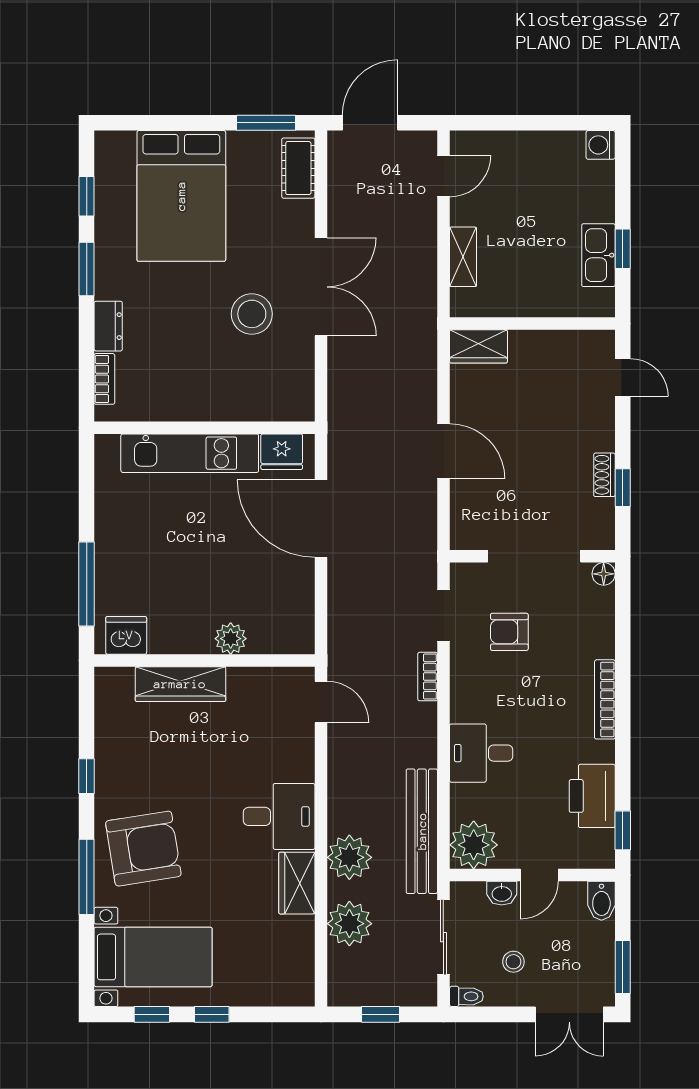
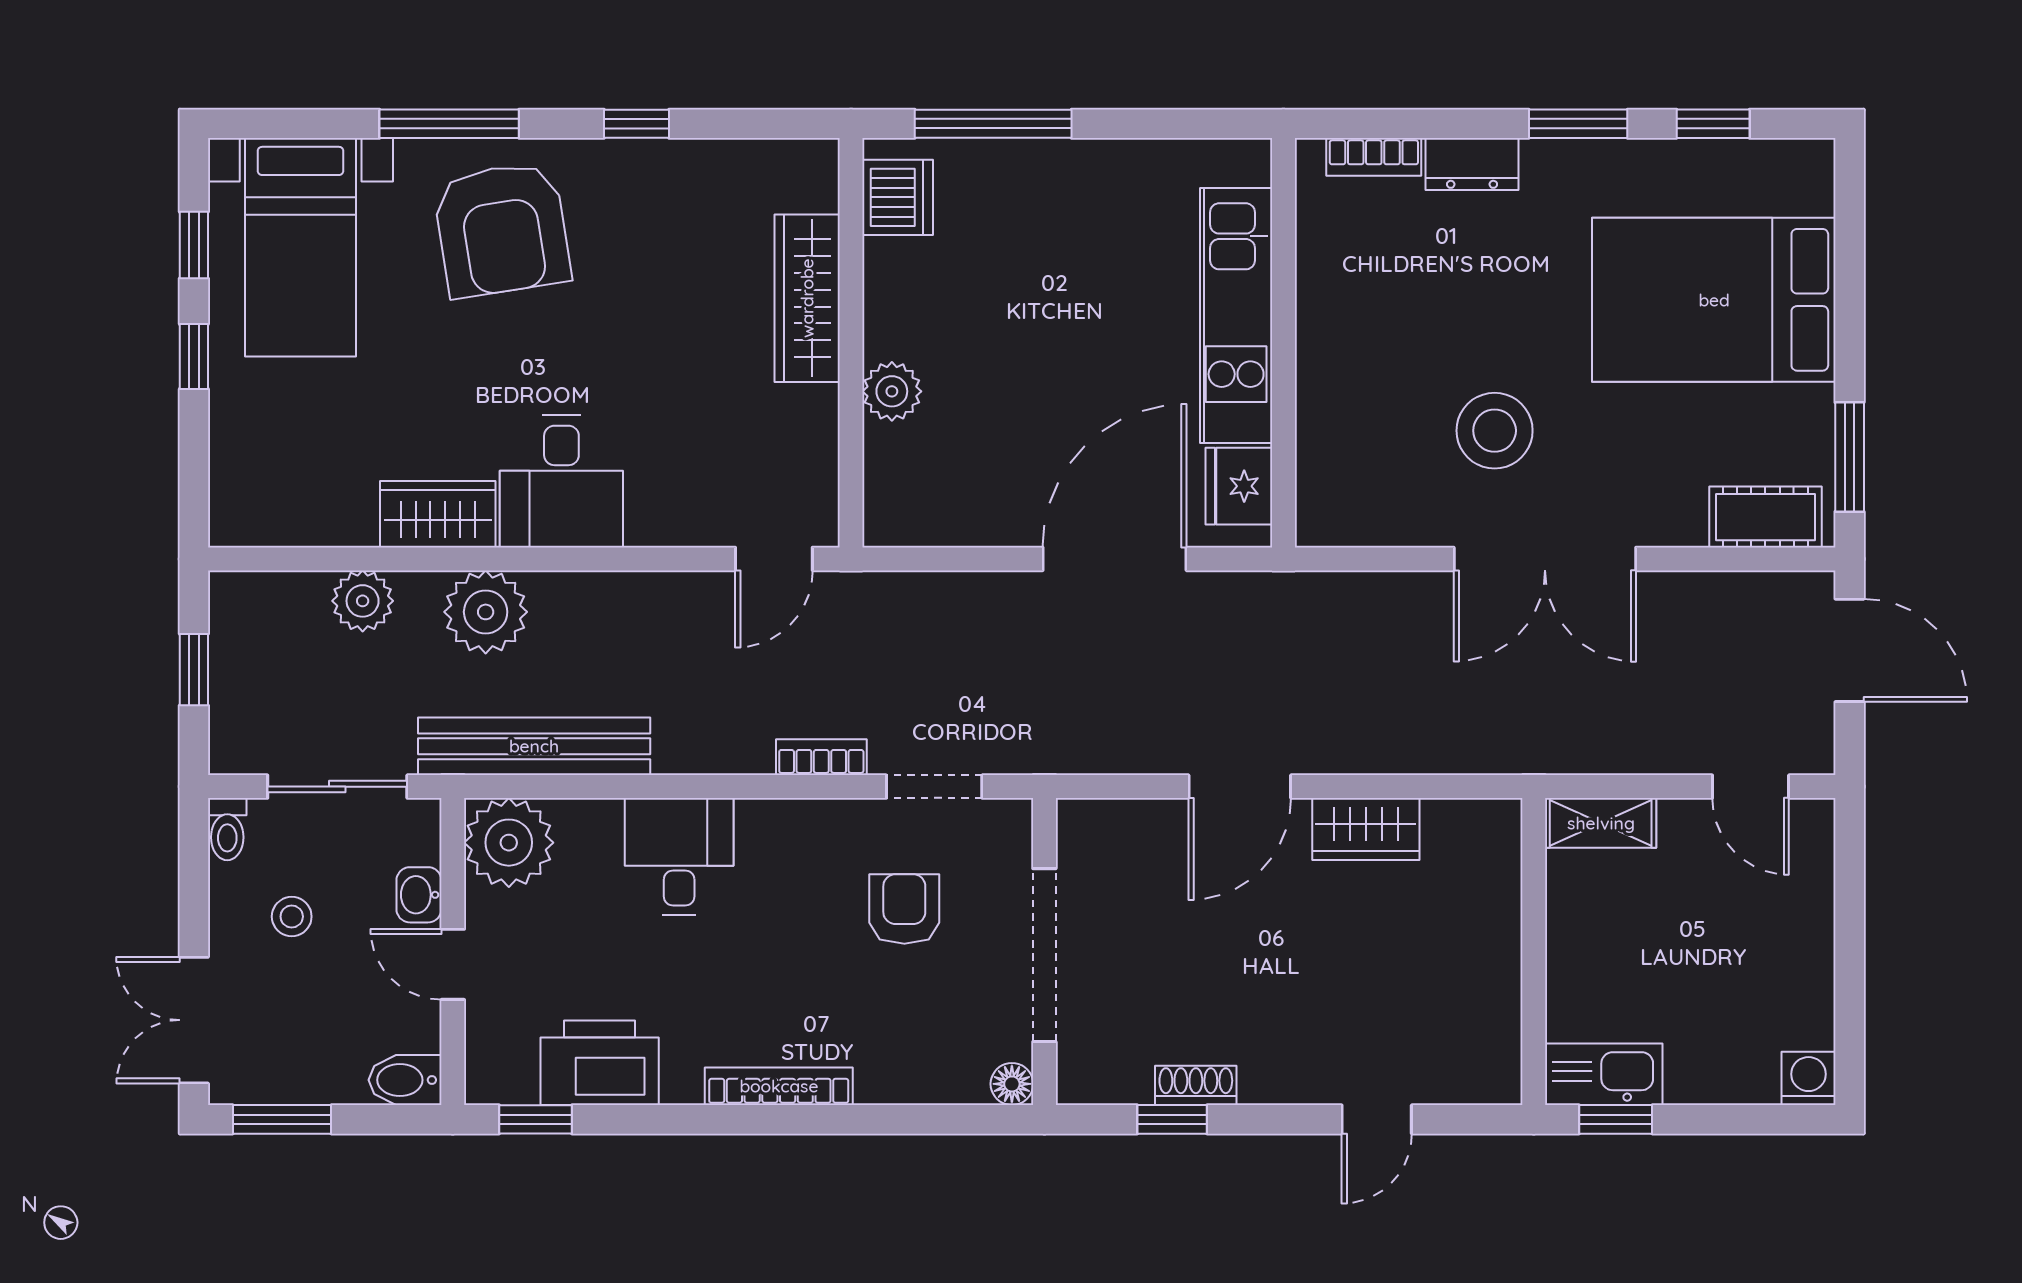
wall: (532, 323) -> (1534, 952), moved
wardrobe: (478, 346) -> (1366, 829), moved, turned -90
plant: (349, 924) -> (363, 601), width x0.73, depth x0.73

